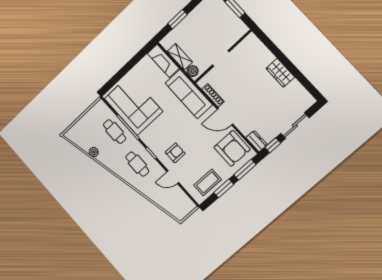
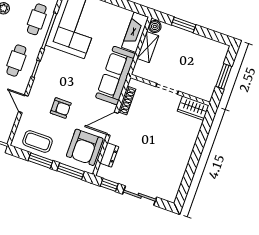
boiler: (193, 71) -> (155, 26), moved
wardrobe: (280, 73) -> (193, 108), moved, turned -90
door: (225, 117) -> (112, 124), hinge flipped
dresser: (257, 141) -> (109, 155), moved
armchair: (175, 153) -> (61, 108), moved

